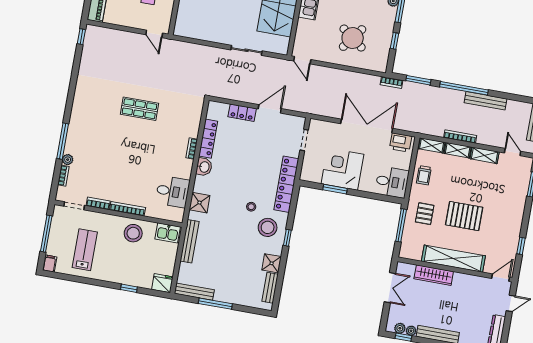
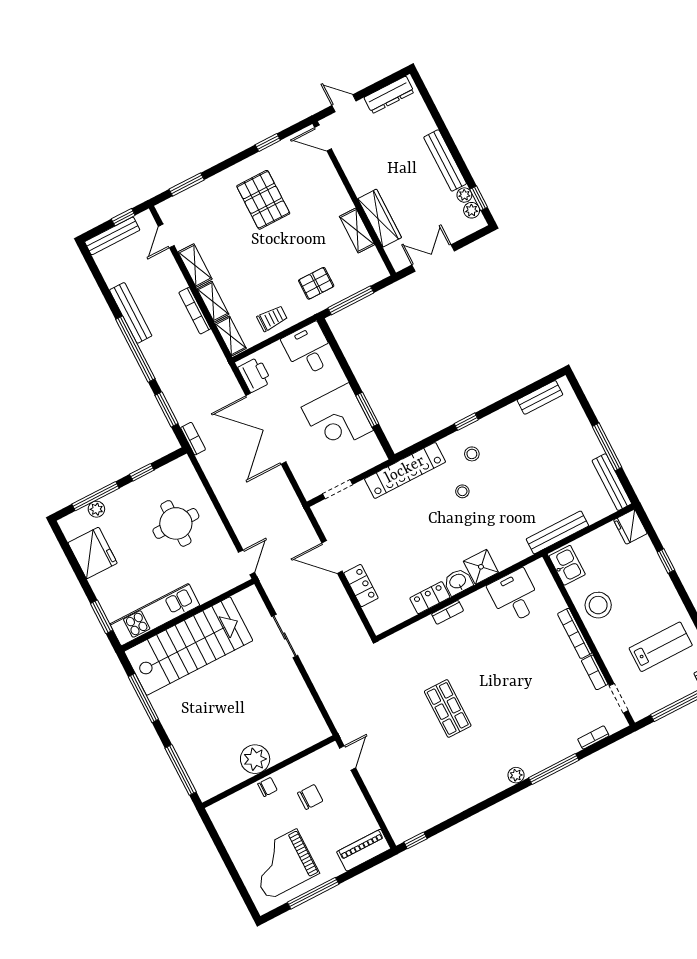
round table: (353, 38) -> (176, 523), turned -37
locker: (208, 139) -> (430, 598), width x0.66
plant: (68, 160) -> (516, 775), moved
shower: (200, 203) -> (481, 567), moved
pallet: (464, 216) -> (263, 200), moved
stool: (268, 227) -> (472, 454), width x0.53, depth x0.53
lab bench: (85, 250) -> (661, 647), turned 180
shelving: (453, 259) -> (357, 231), width x0.45, depth x0.75
shower: (272, 263) -> (510, 417), removed

